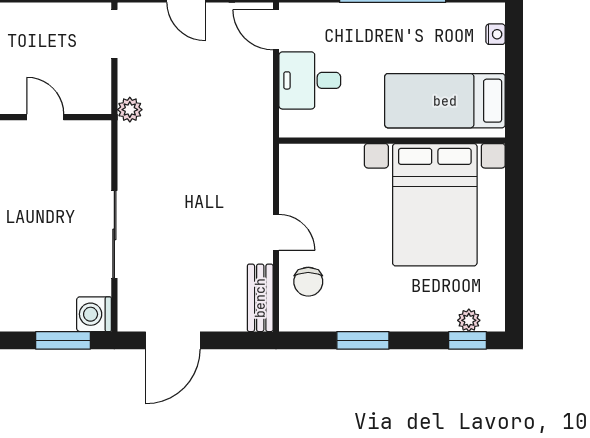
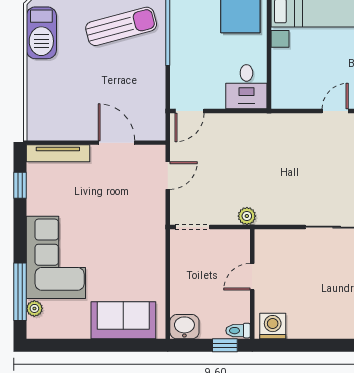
desk: (310, 80) -> (246, 87), moved

